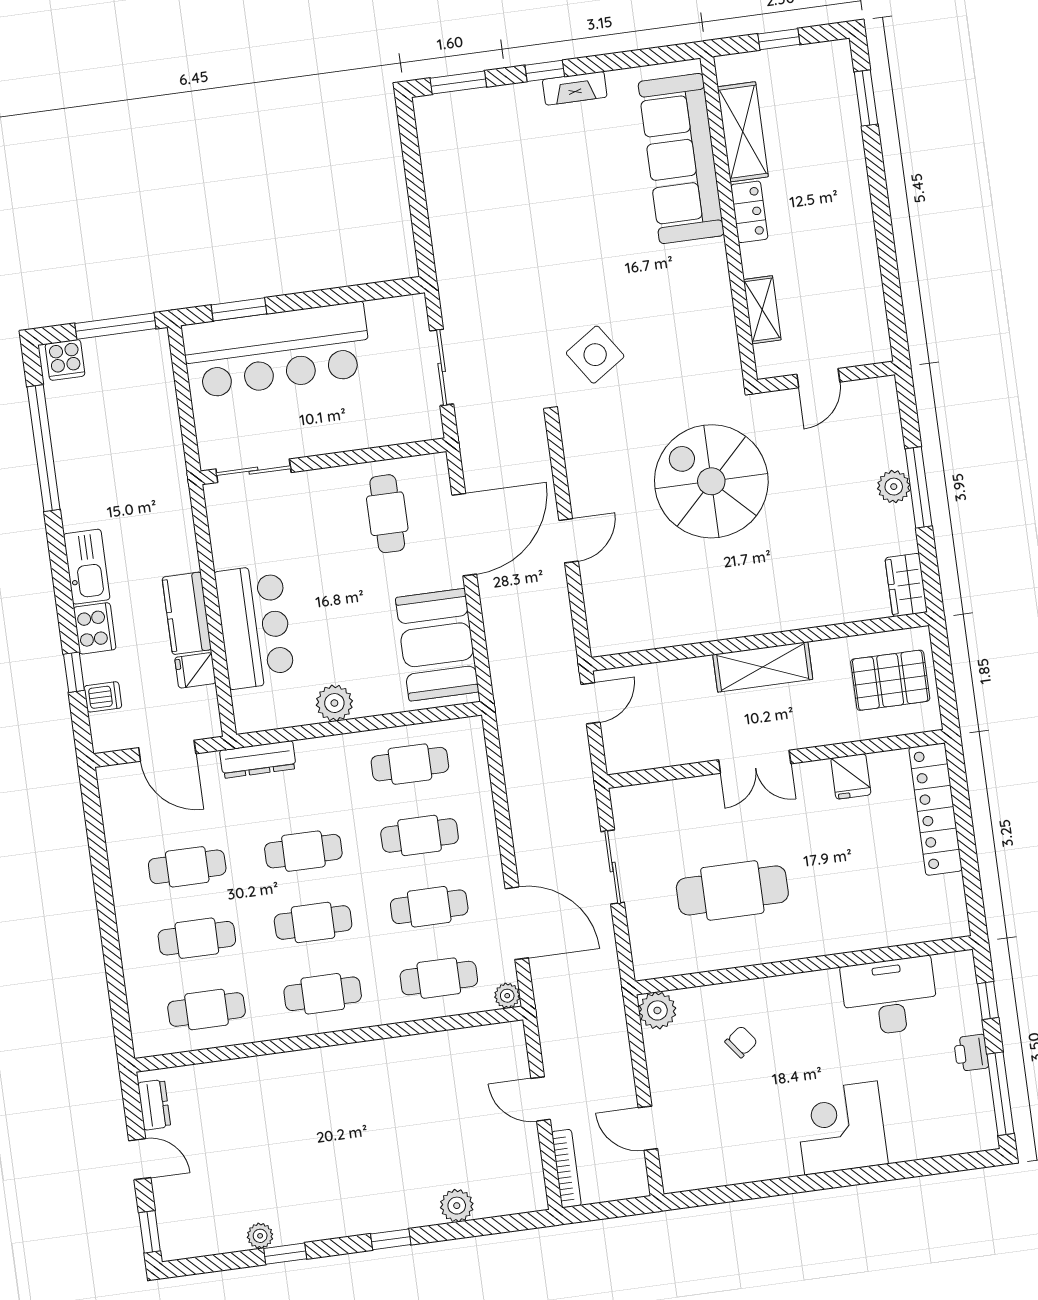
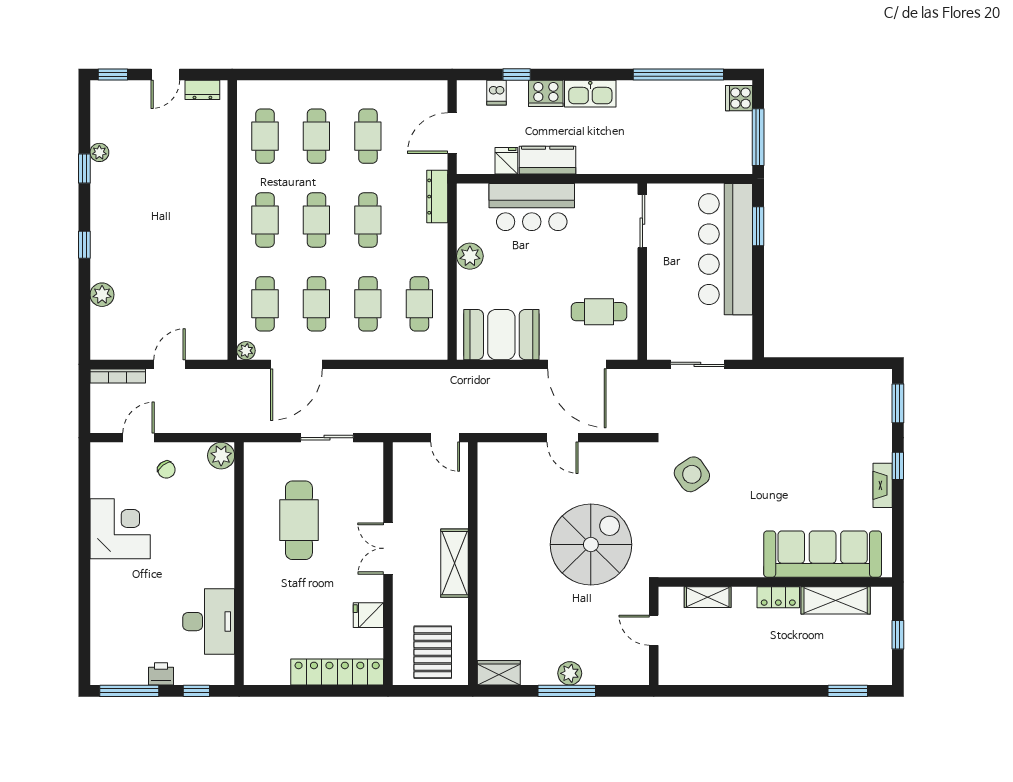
chair: (741, 1042) -> (166, 470), moved
corner desk: (841, 1128) -> (120, 529), moved

